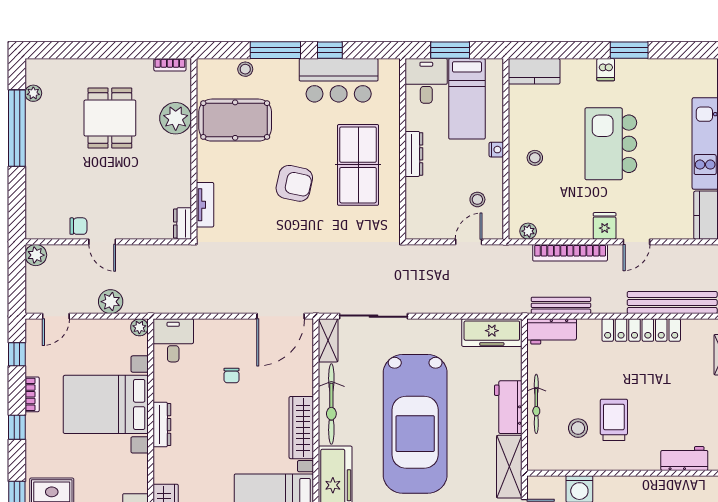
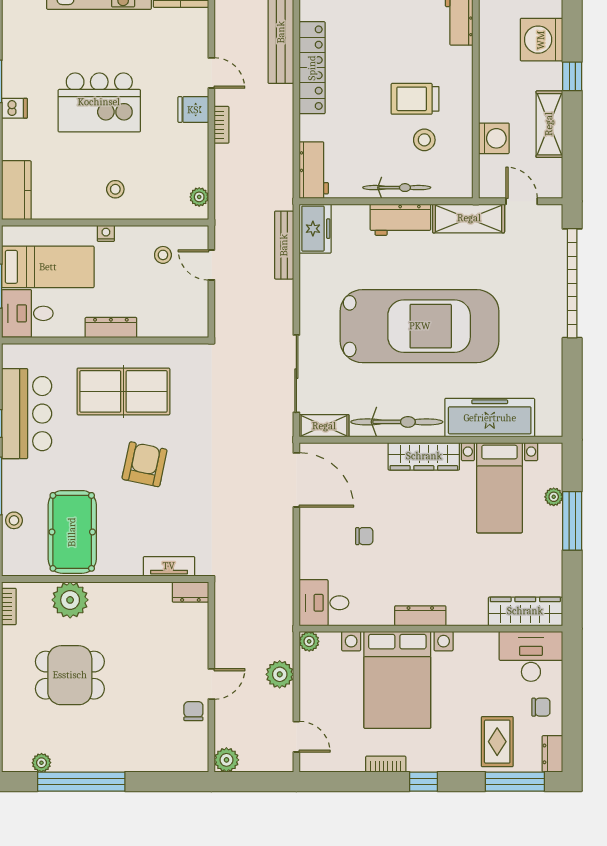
bookcase: (570, 253) -> (222, 125), width x0.43, depth x0.76
bench: (561, 305) -> (284, 245), moved
freezer: (492, 333) -> (315, 229), width x0.71
window: (17, 354) -> (340, 782), removed

